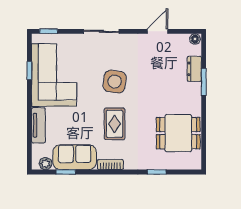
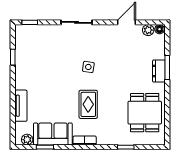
plant: (182, 40) -> (148, 30), added
dresser: (194, 69) -> (159, 71), moved
corner sofa: (54, 75) -> (35, 61), removed
side table: (115, 82) -> (88, 67), width x0.54, depth x0.54
dining table: (178, 133) -> (145, 113), turned 90

